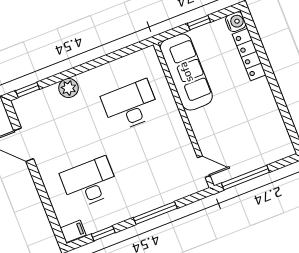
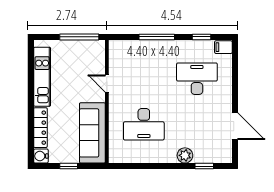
window: (28, 90) -> (204, 166), moved
kitchen unit: (270, 114) -> (42, 77), added
door: (204, 167) -> (107, 83), moved
desk: (89, 183) -> (197, 79), turned 180

